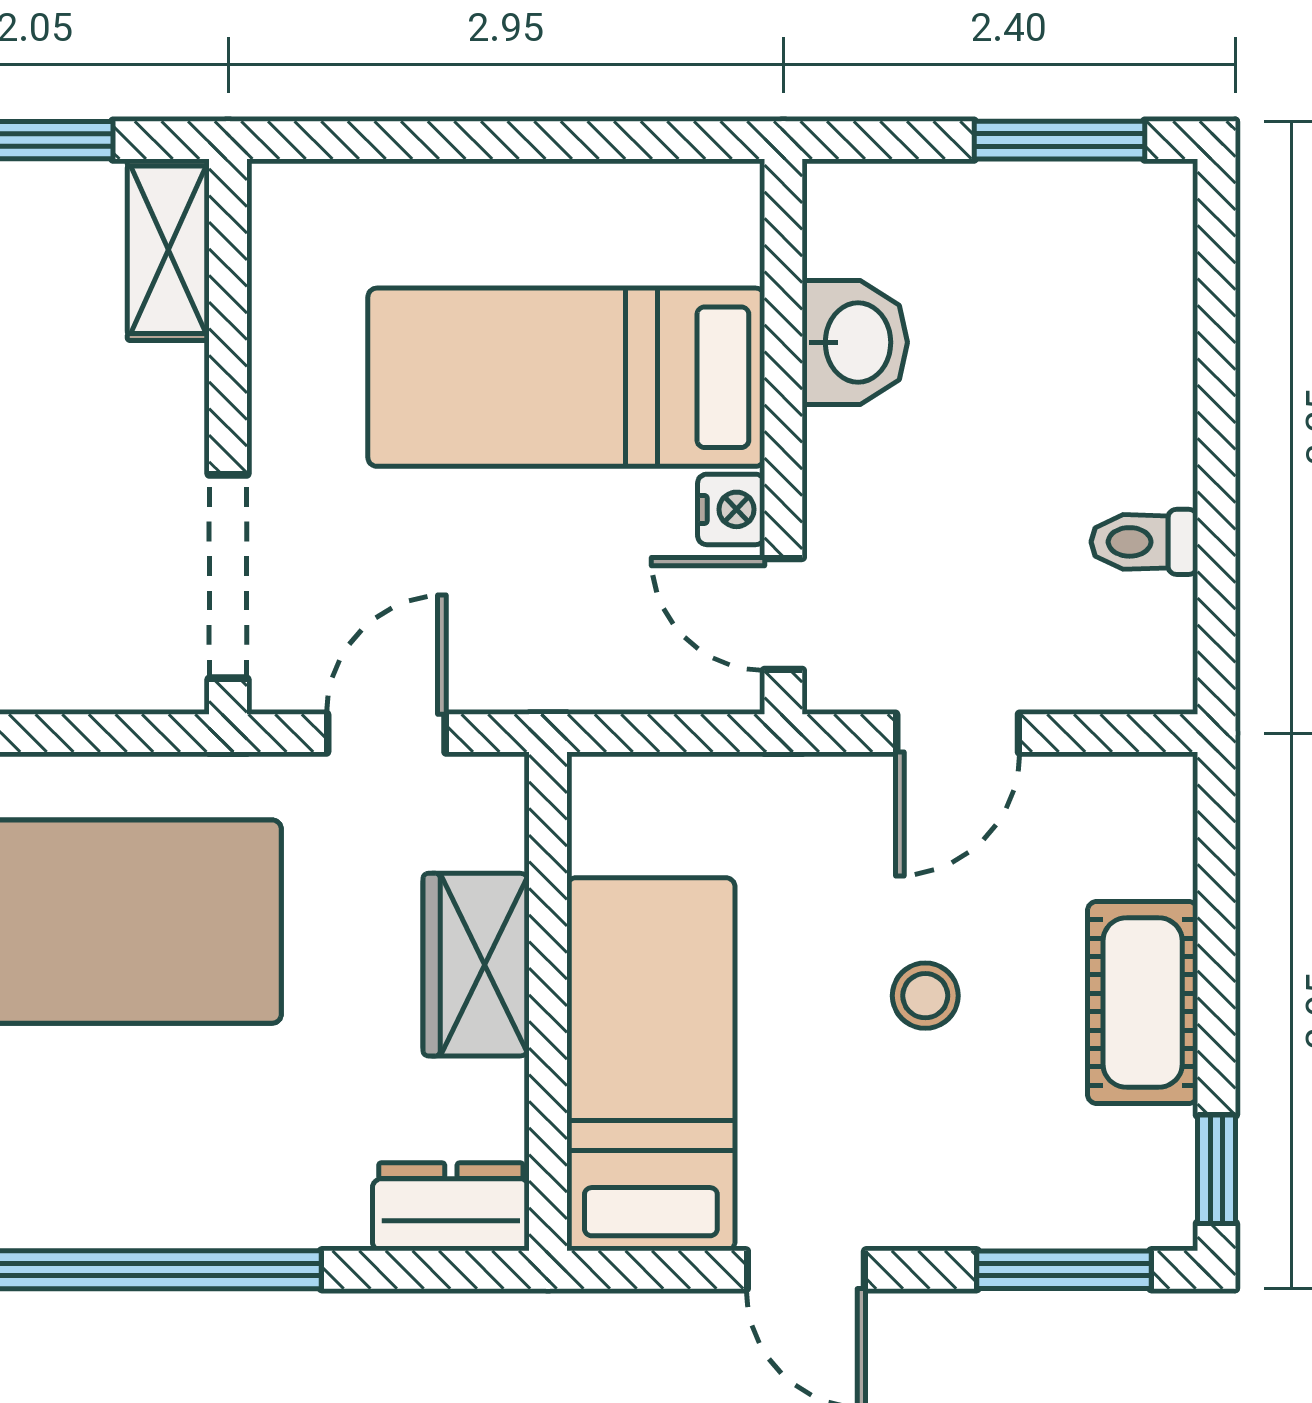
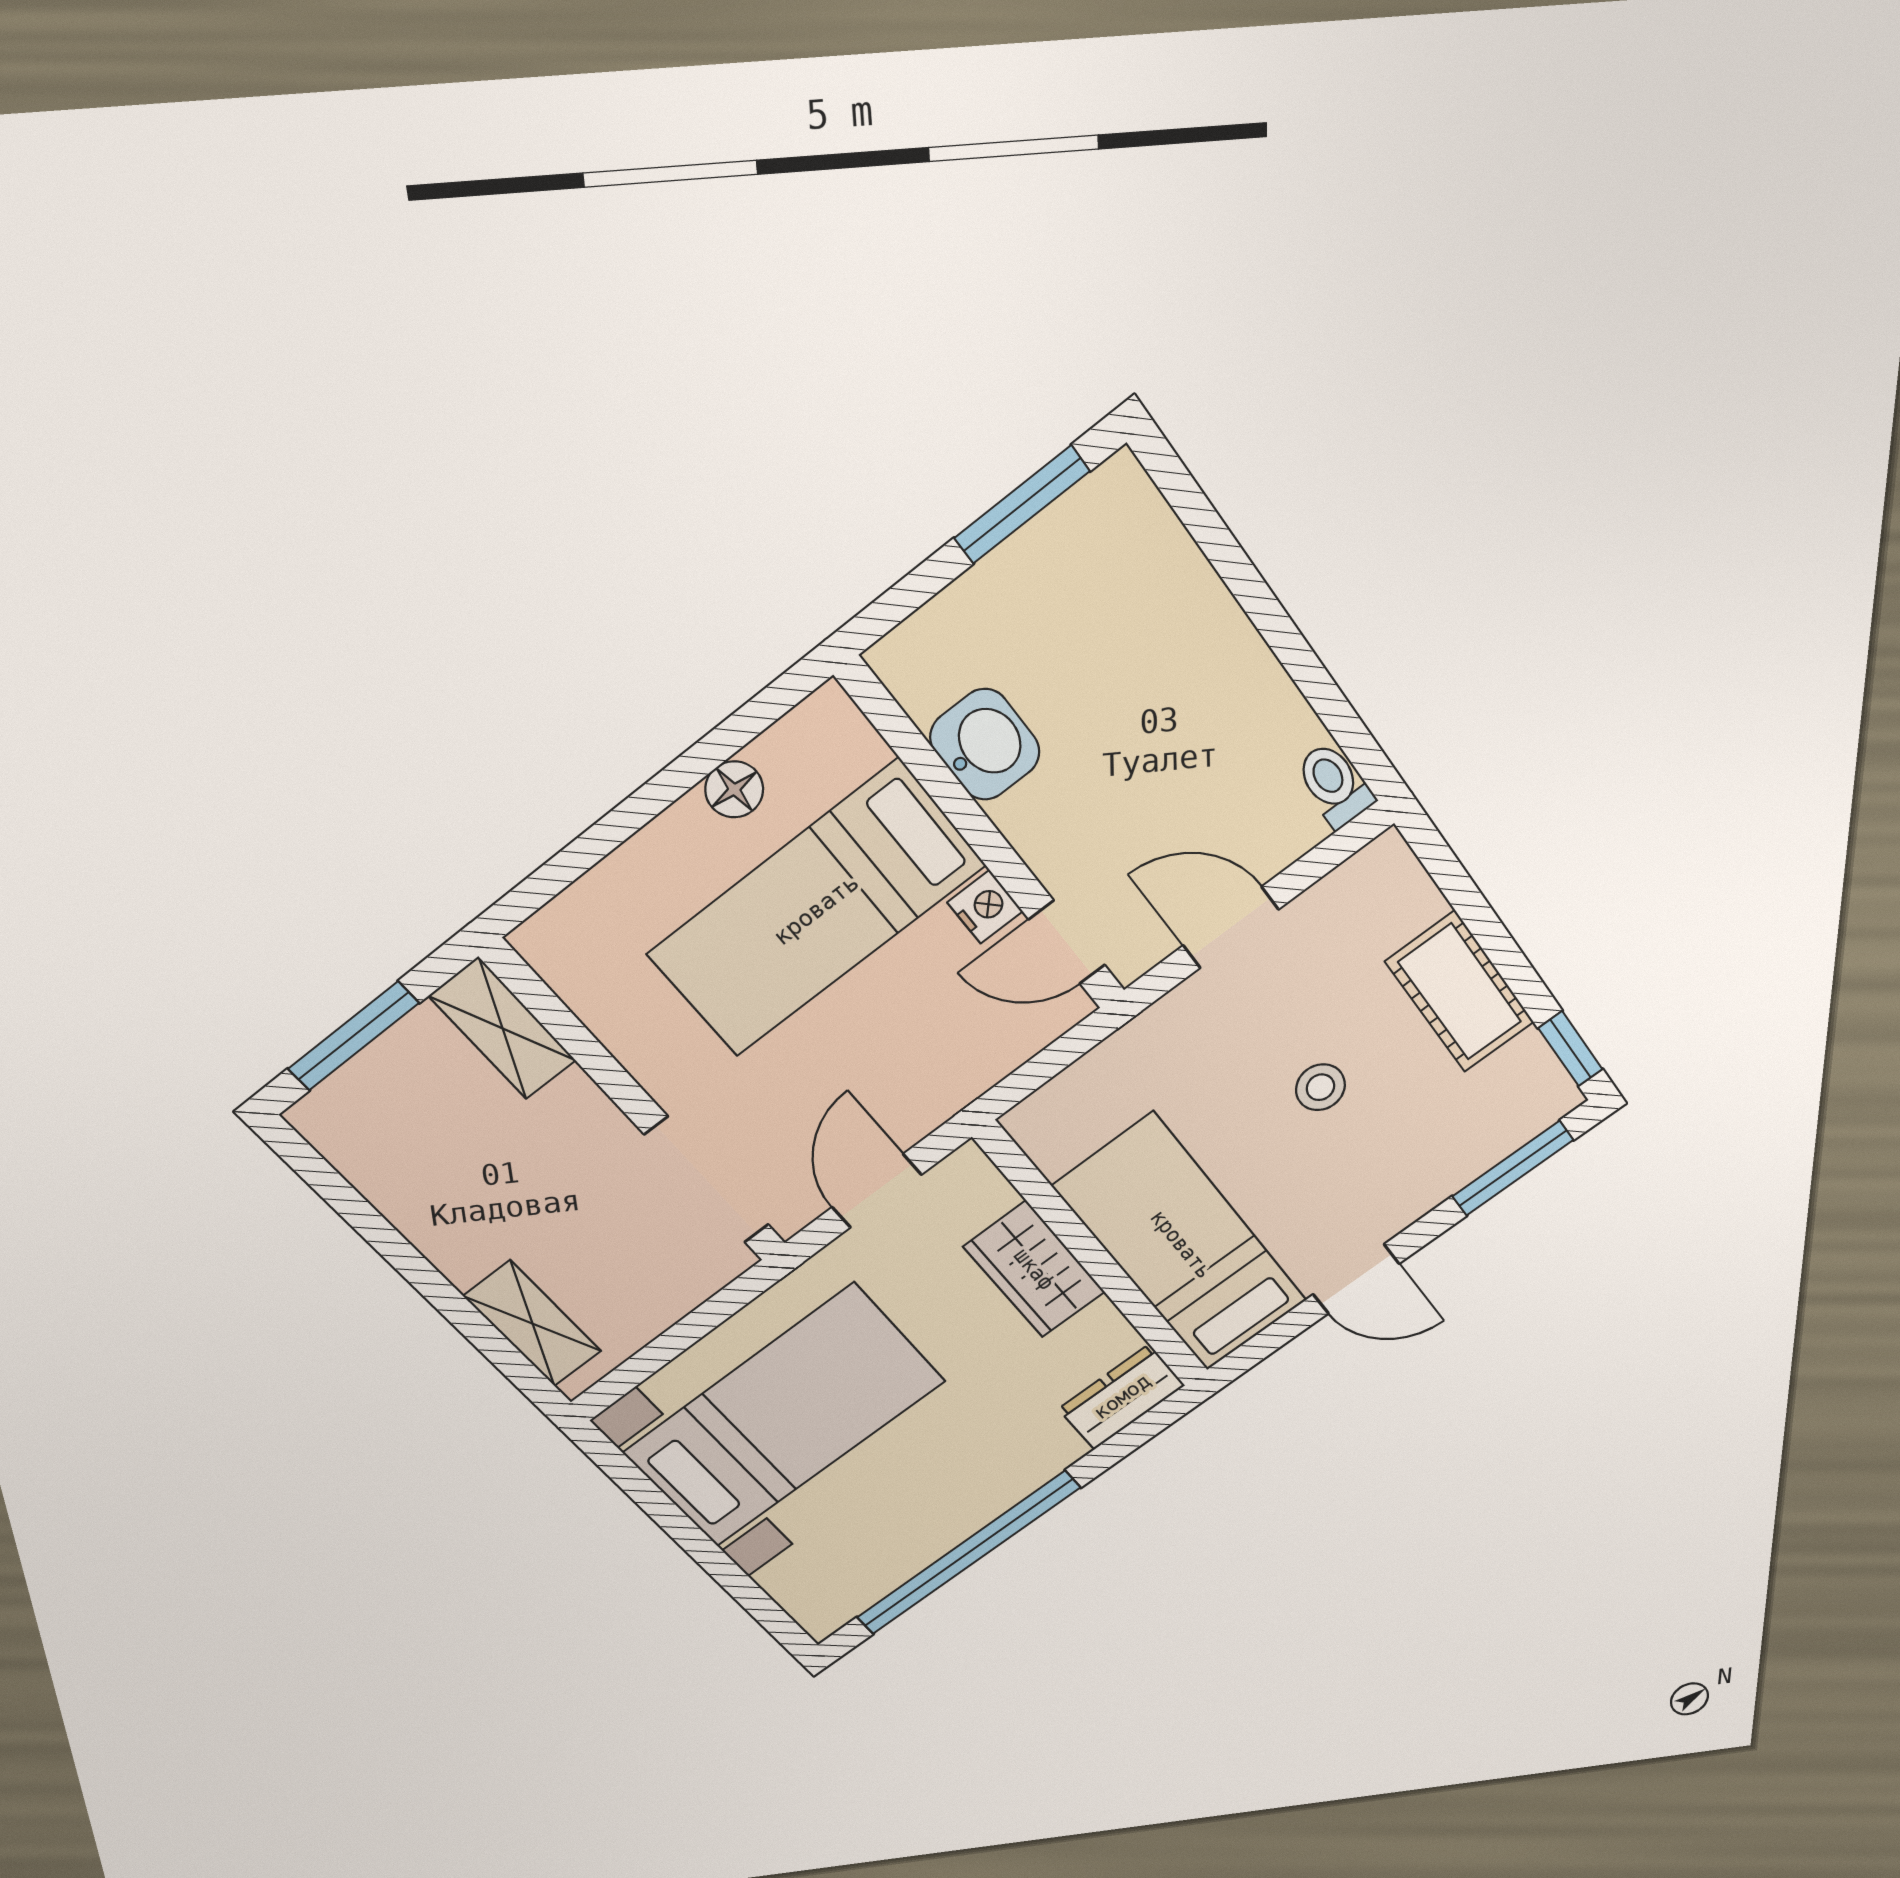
floor lamp: (585, 194) -> (734, 789), added
toilet: (1144, 542) -> (1334, 785), moved, turned 90
door: (958, 733) -> (1231, 927), swing flipped

